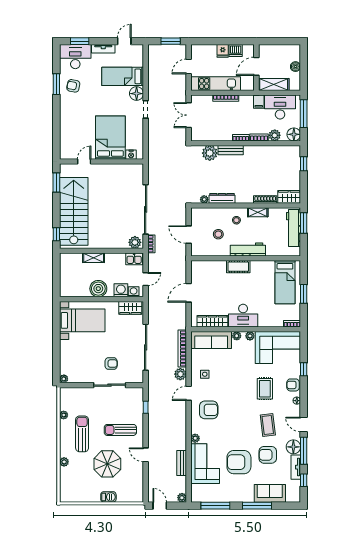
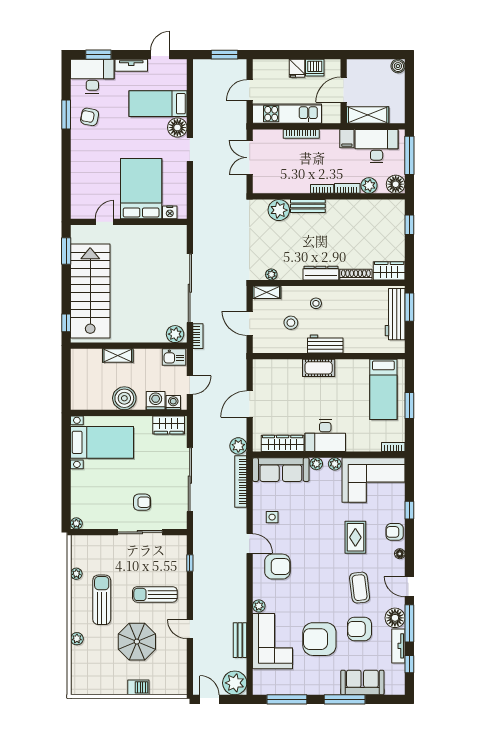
boiler: (295, 67) -> (398, 66), moved
dresser: (222, 198) -> (321, 273), moved
shelving: (258, 212) -> (267, 292), moved
workbench: (248, 250) -> (325, 344), width x0.73
plant: (180, 374) -> (238, 446), moved
door: (189, 393) -> (250, 543), swing flipped
plant: (182, 498) -> (235, 683), width x1.87, depth x1.87

